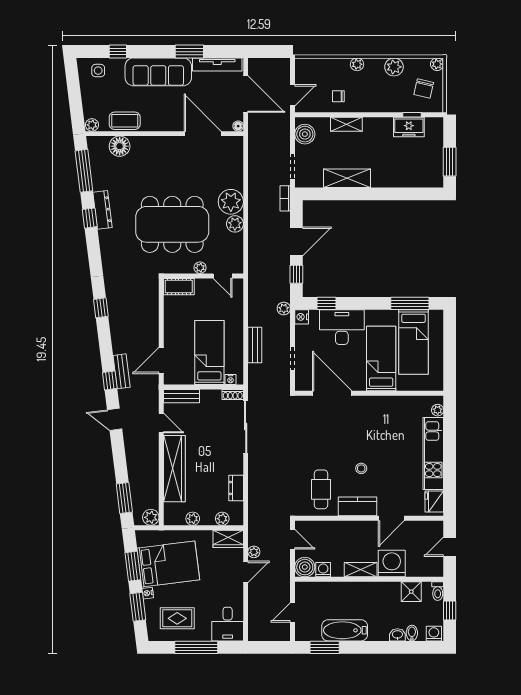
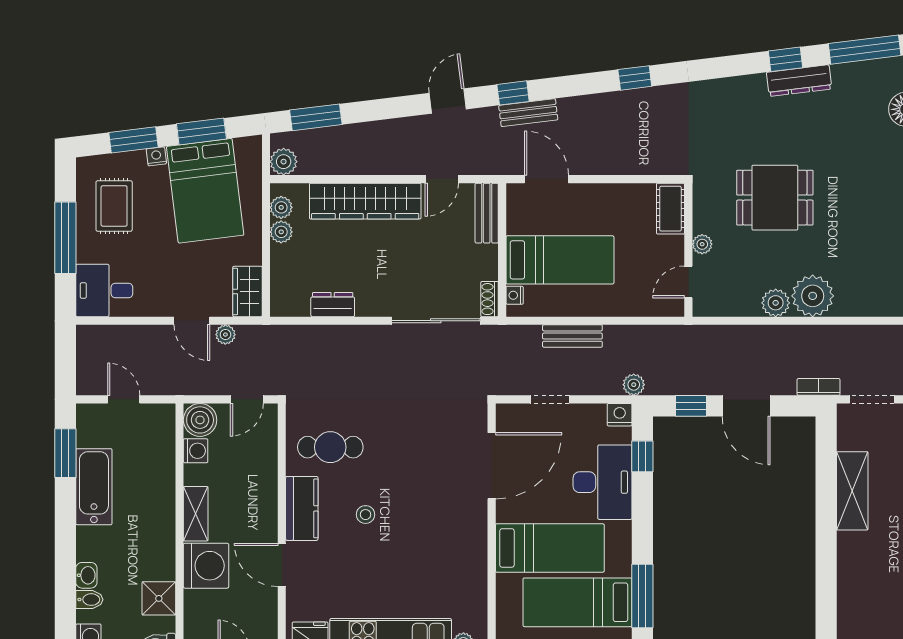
dining table: (172, 224) -> (775, 198), width x0.53, depth x0.80
plant: (222, 519) -> (281, 207), moved

